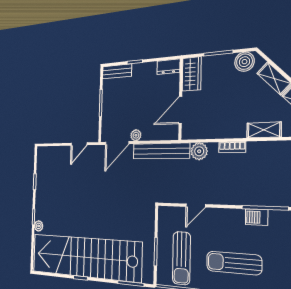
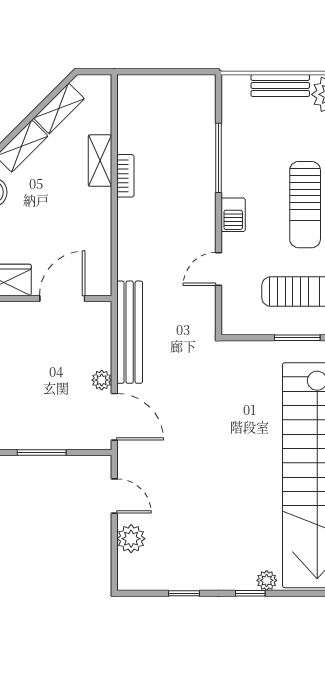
door: (180, 110) -> (62, 299), swing flipped
bookcase: (232, 147) -> (125, 176), moved
plant: (199, 151) -> (131, 539), moved
door: (196, 205) -> (219, 269), swing flipped
barbecue: (257, 217) -> (233, 215), moved

